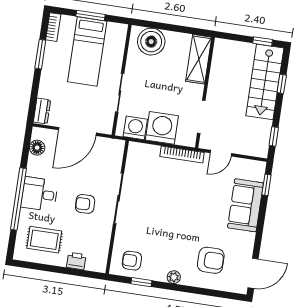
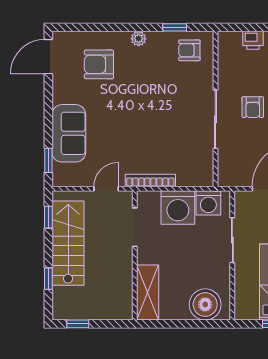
stairs: (265, 82) -> (68, 243), moved
armchair: (85, 204) -> (253, 107), turned 92
armchair: (132, 261) -> (189, 50), turned 180

